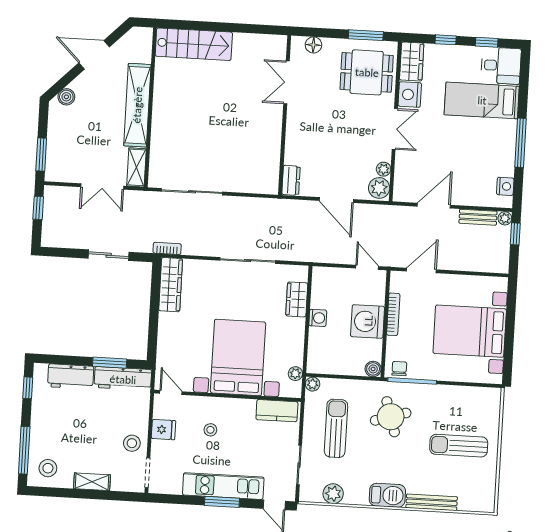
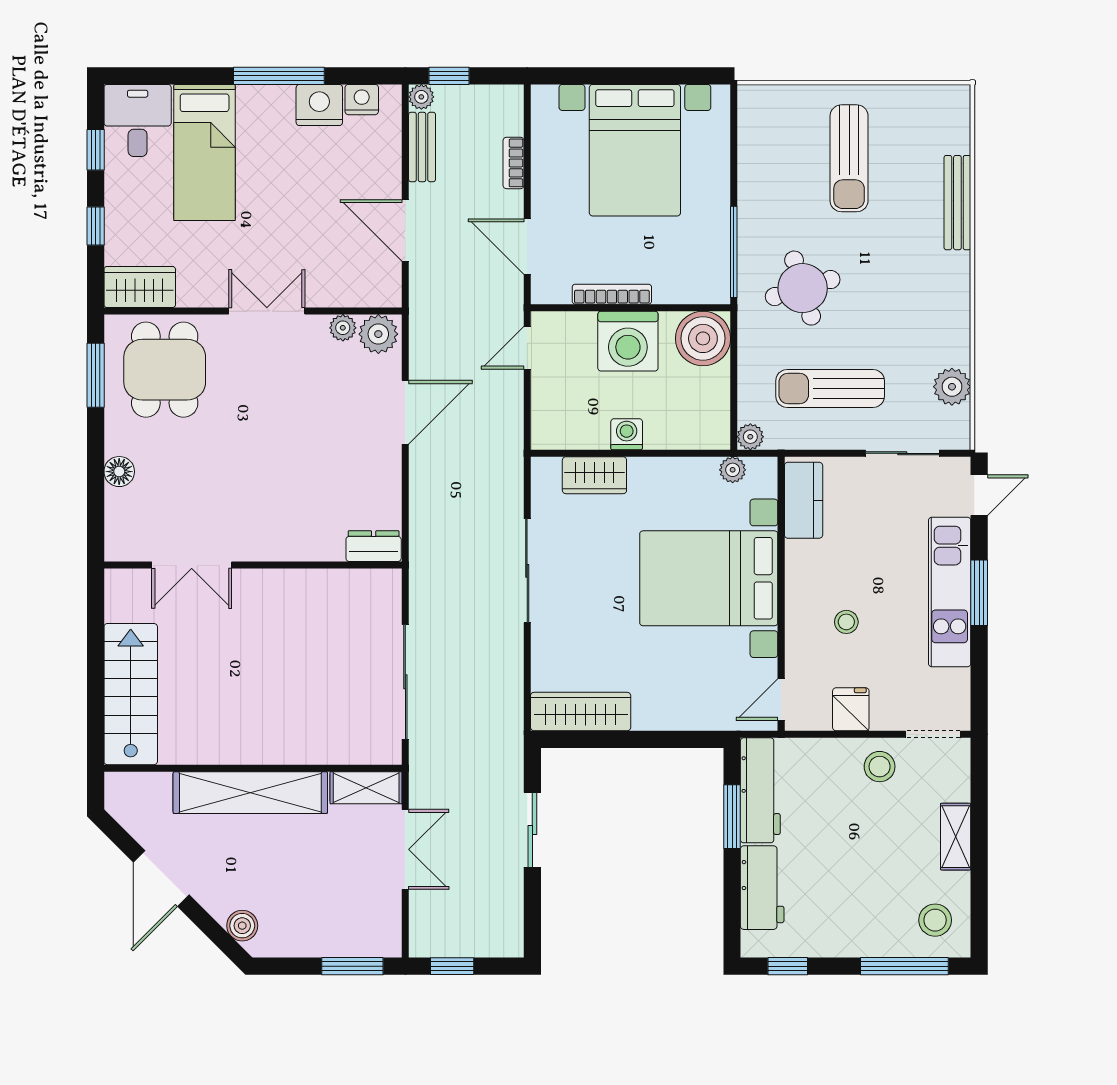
double door: (287, 82) -> (192, 565), moved
nightstand: (410, 95) -> (319, 105), moved, turned 180
wall: (285, 115) -> (253, 565), moved
dresser: (291, 180) -> (374, 546), moved
bookcase: (167, 248) -> (513, 163), moved
boiler: (373, 369) -> (703, 338), width x1.86, depth x1.86
chair: (399, 369) -> (712, 277), removed
barbecue: (387, 495) -> (949, 286), removed

